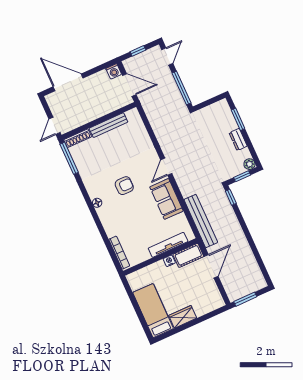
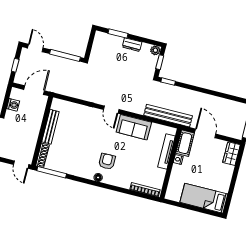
washing machine: (114, 71) -> (13, 105), moved
armchair: (124, 186) -> (107, 161), moved
wardrobe: (183, 317) -> (231, 154), moved

